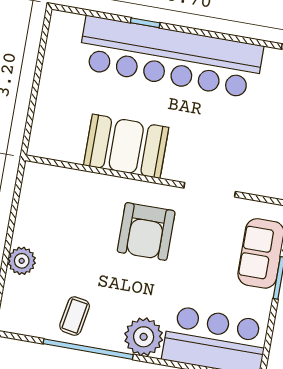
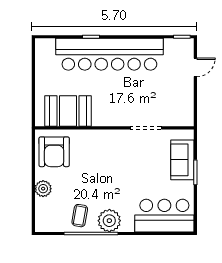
booth: (126, 146) -> (68, 111), moved
armchair: (146, 231) -> (54, 152), moved
plant: (144, 337) -> (109, 221), moved

